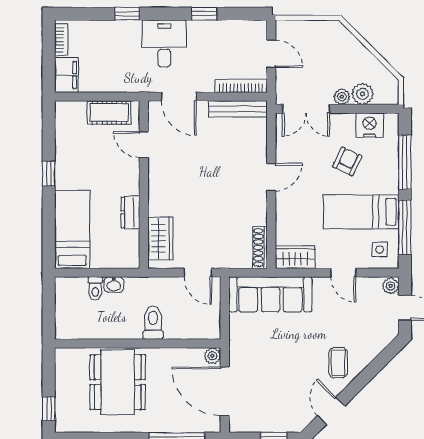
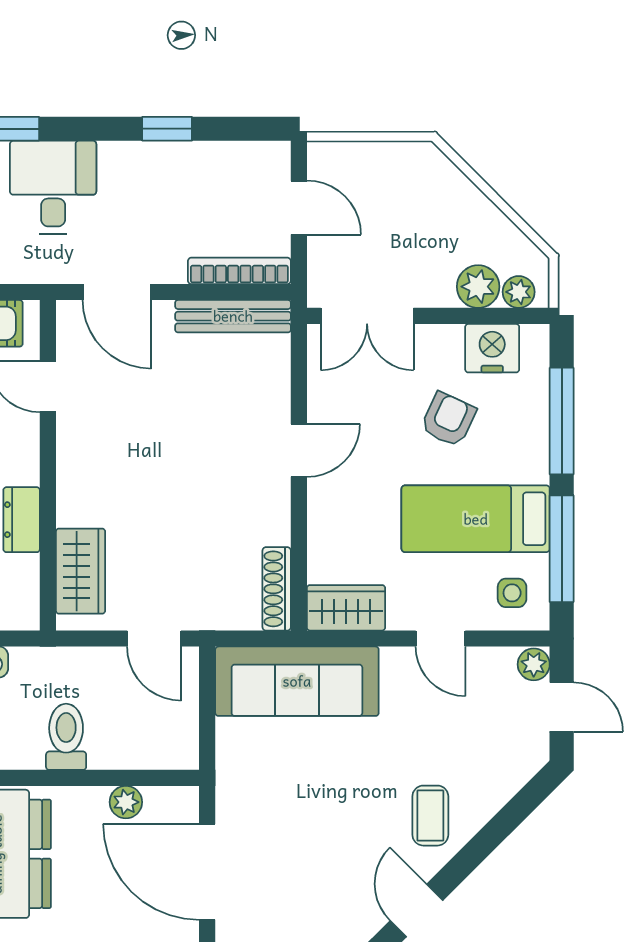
desk: (164, 43) -> (53, 187), moved
plant: (342, 97) -> (519, 292), moved
plant: (212, 356) -> (126, 802), moved

